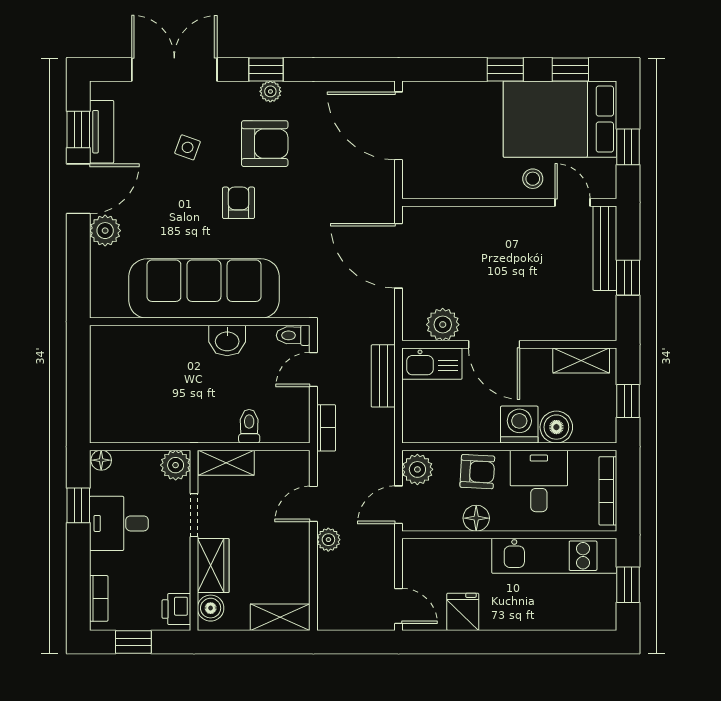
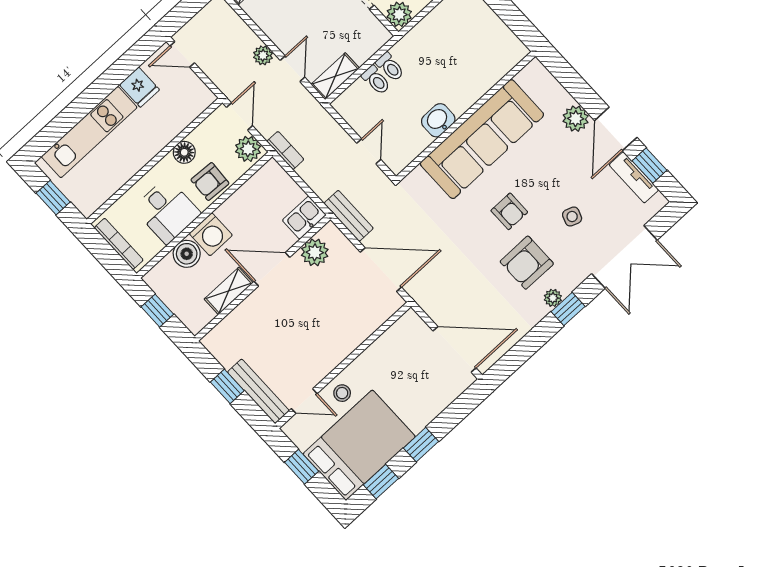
toilet: (293, 335) -> (390, 67), moved, turned 90
shelving: (581, 360) -> (229, 291), moved
kitchen sink: (432, 364) -> (304, 218), width x0.73
bench: (383, 376) -> (349, 216), moved
bookcase: (326, 428) -> (285, 150), moved, turned 180
shelving: (226, 463) -> (335, 76), moved
kitchen unit: (554, 556) -> (89, 132), moved, turned 180

